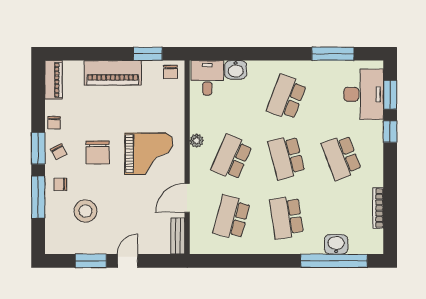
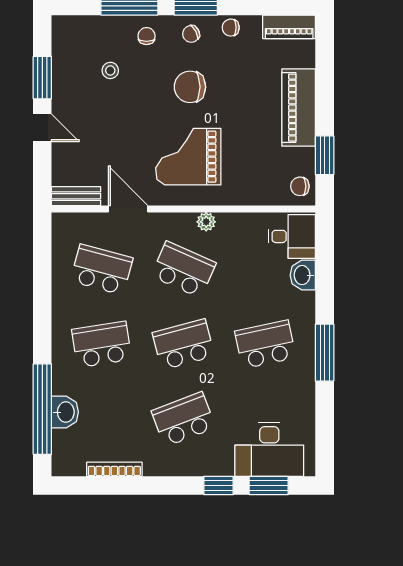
window: (333, 54) -> (325, 353), moved
school desk: (287, 97) -> (265, 344), turned -33
grand piano: (149, 154) -> (188, 157), turned 90
stool: (86, 211) -> (110, 70), width x0.53, depth x0.53

